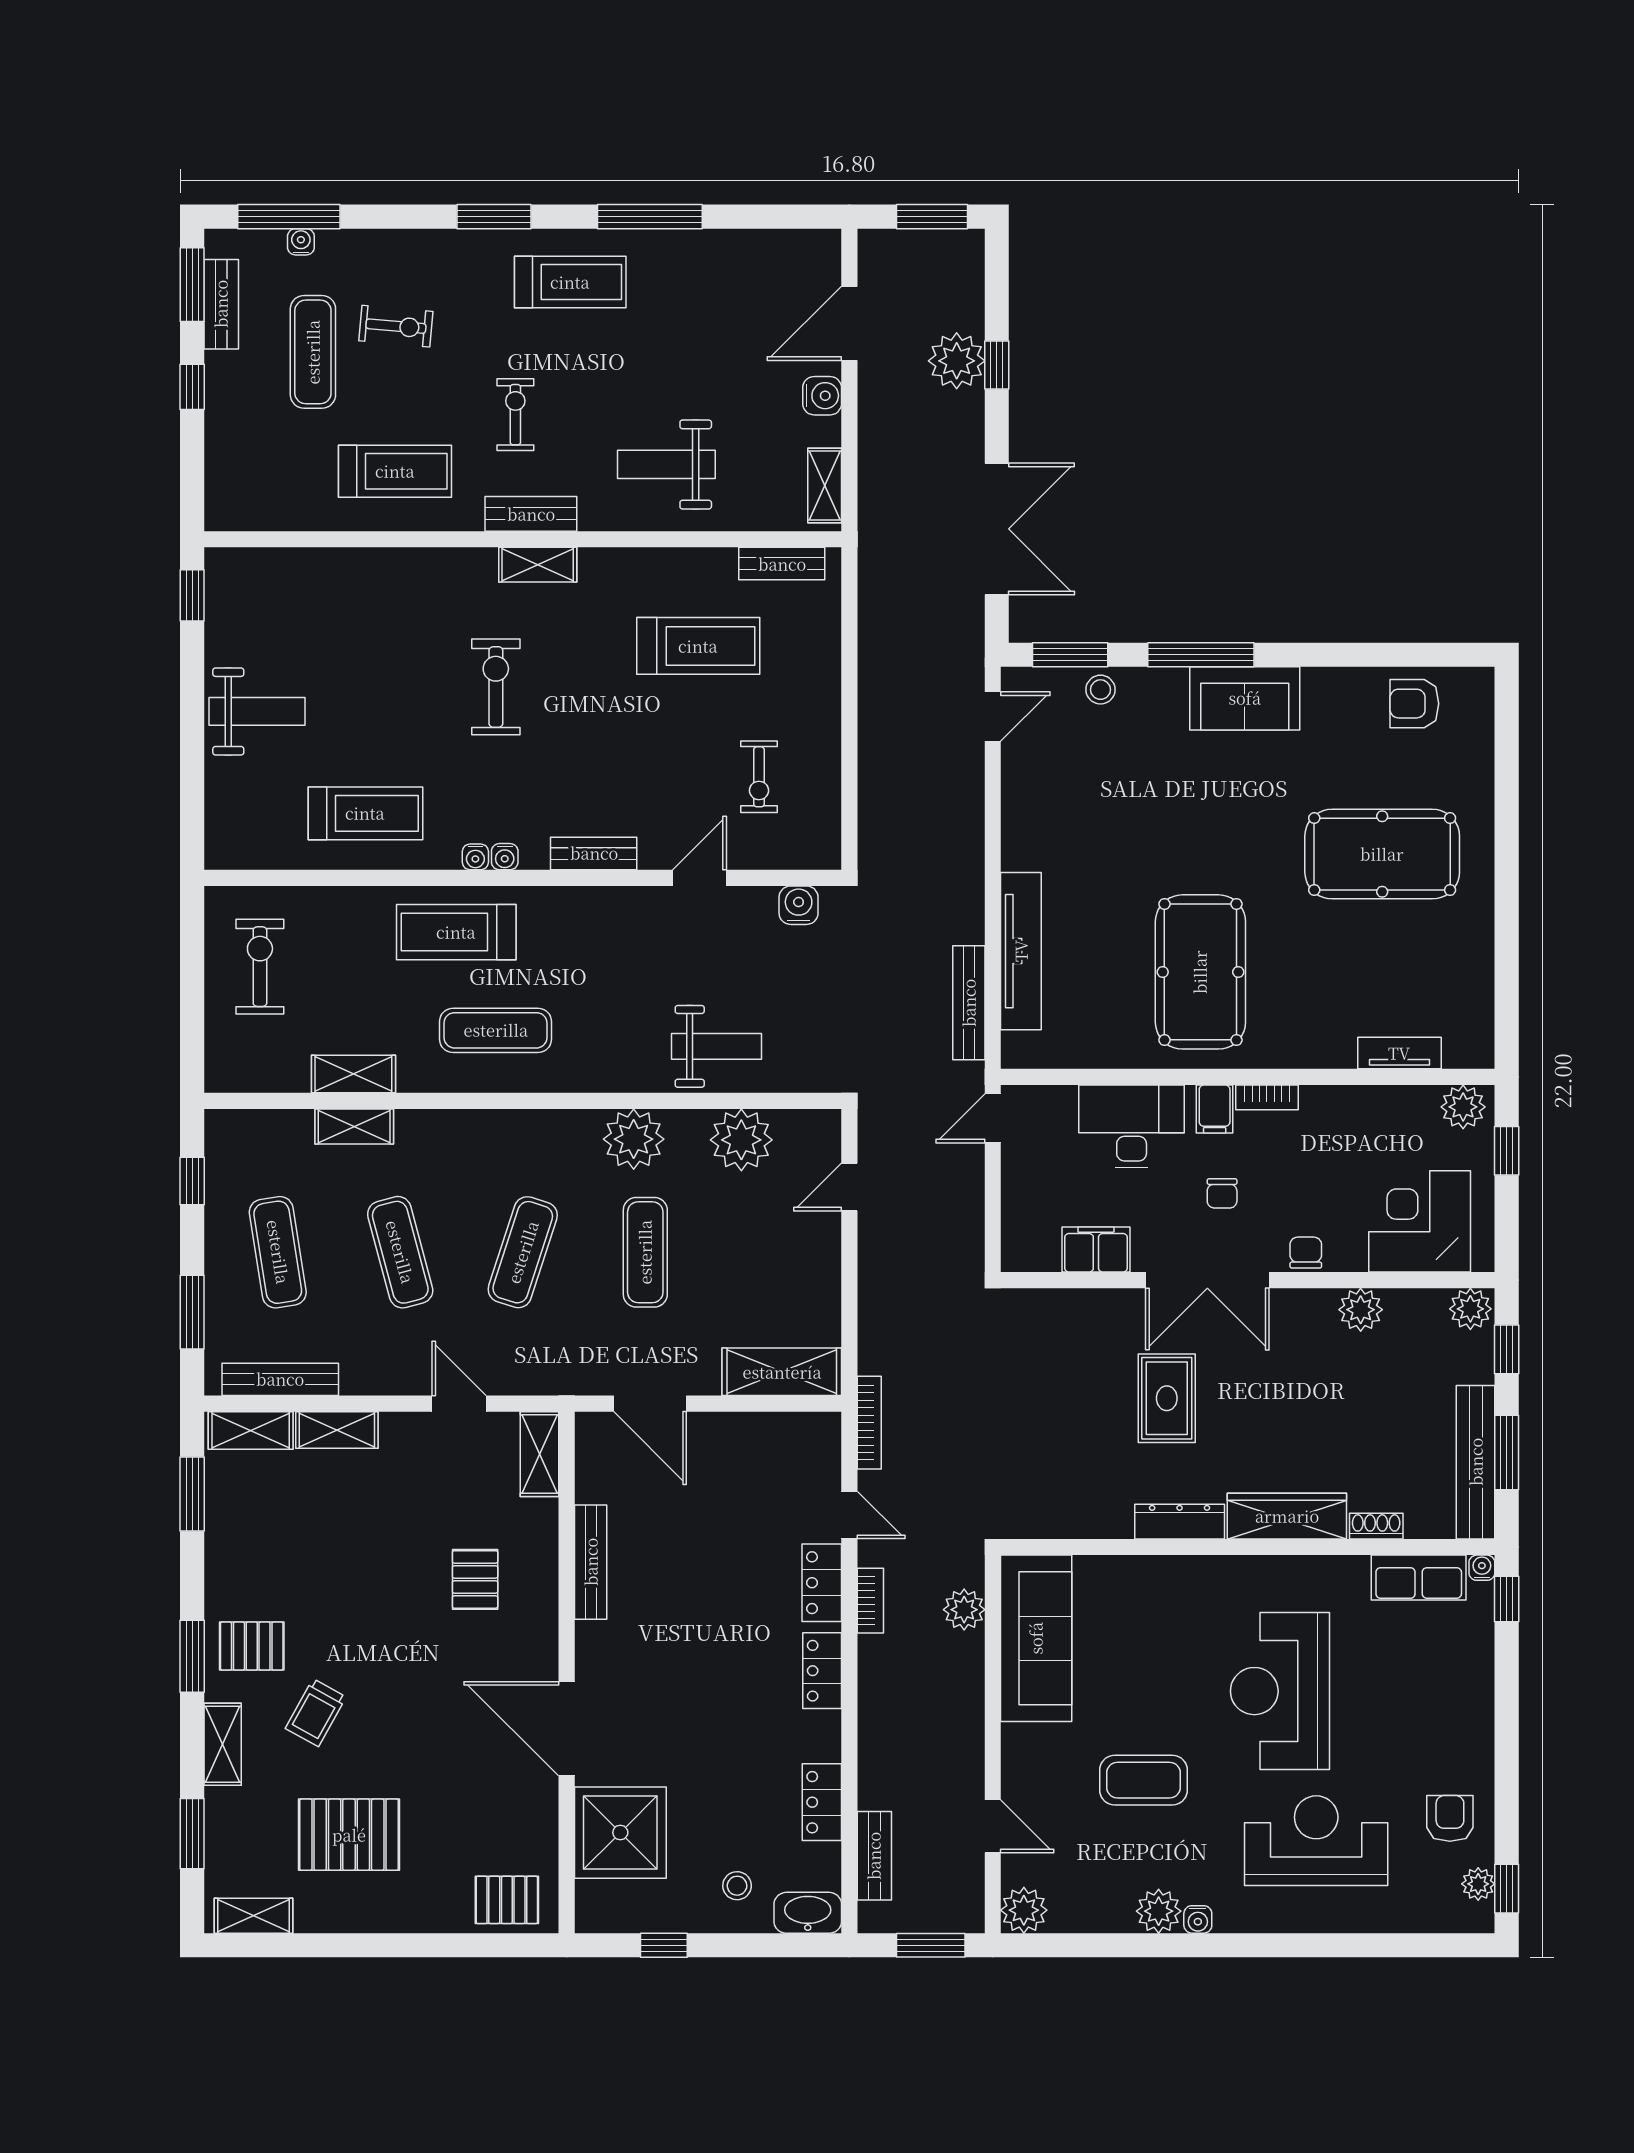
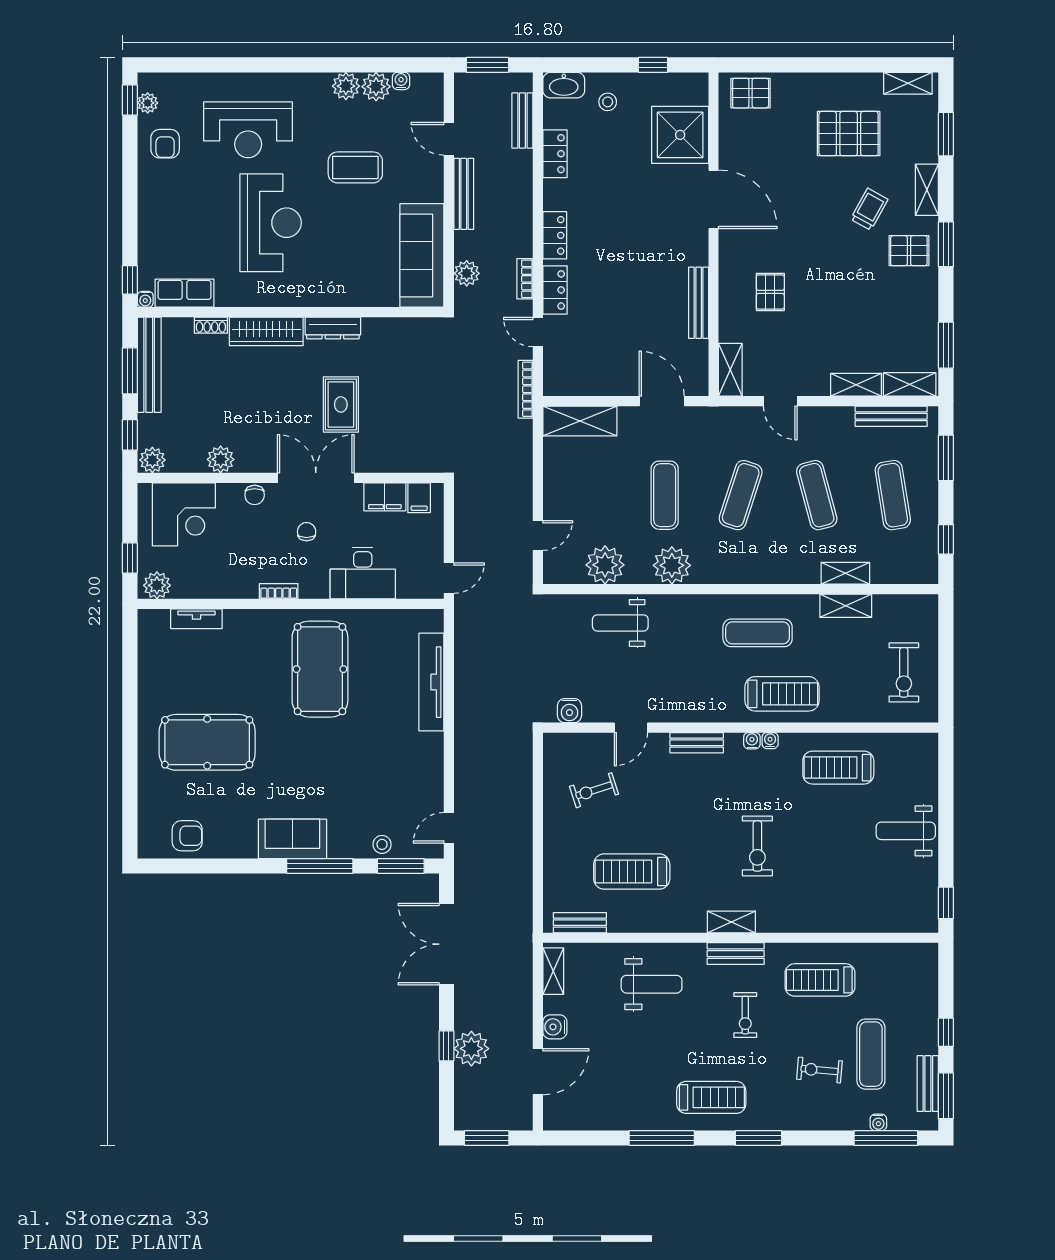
treadmill: (570, 282) -> (711, 1097), turned 180
exercise bike: (759, 777) -> (594, 790), turned -108
bench: (969, 1003) -> (464, 194), moved
filing cabinet: (1215, 1109) -> (419, 498), moved, turned 180
plant: (1024, 1910) -> (376, 87), moved
water cooler: (1198, 1919) -> (401, 81), moved

